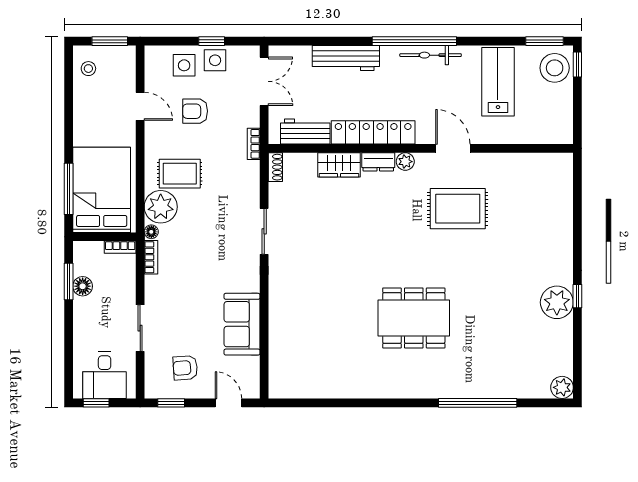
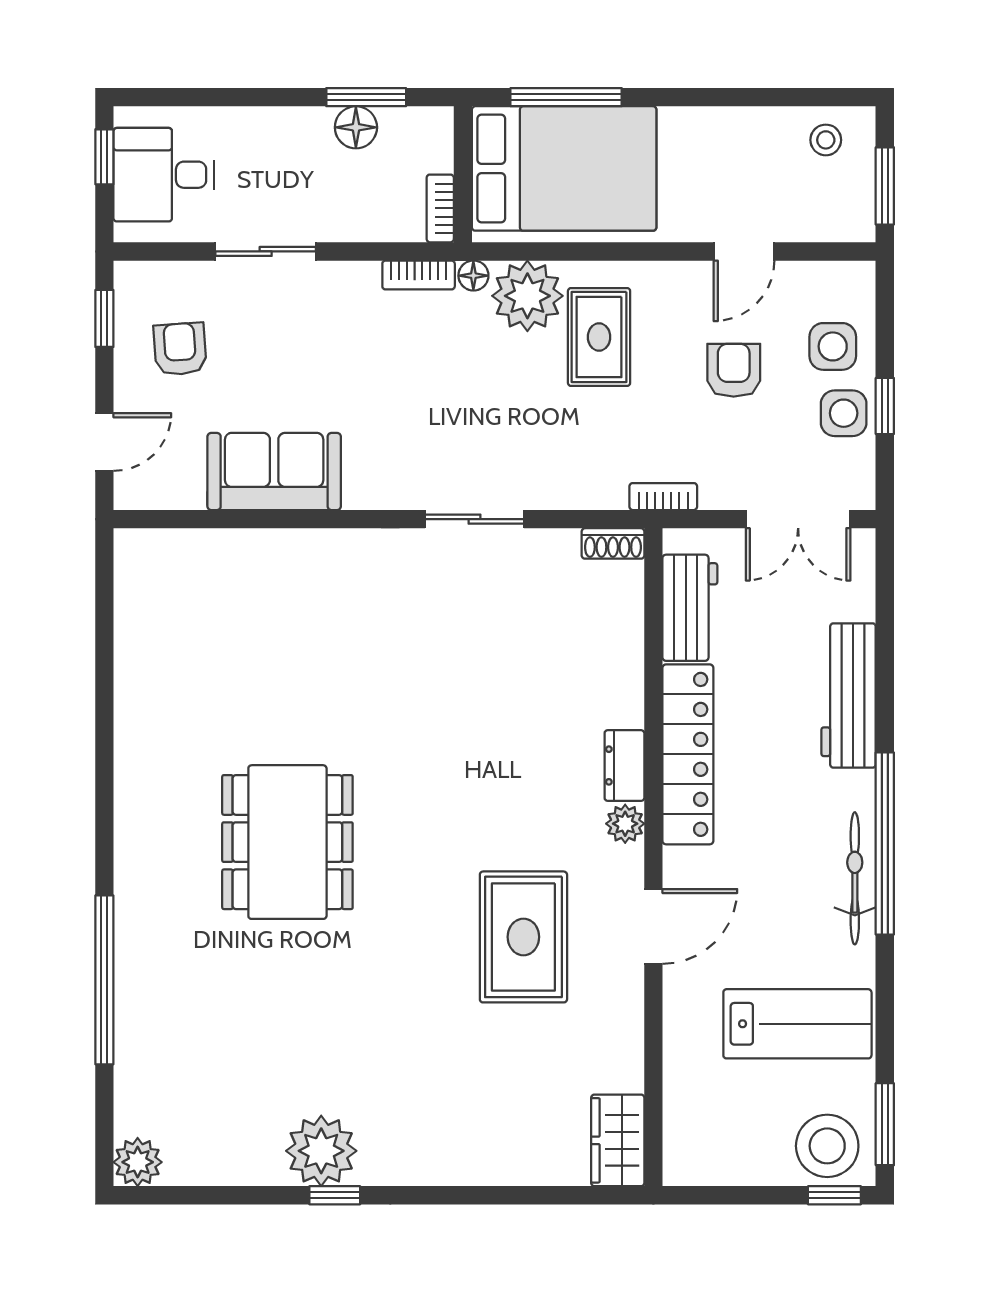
wardrobe: (339, 165) -> (618, 1140), moved

